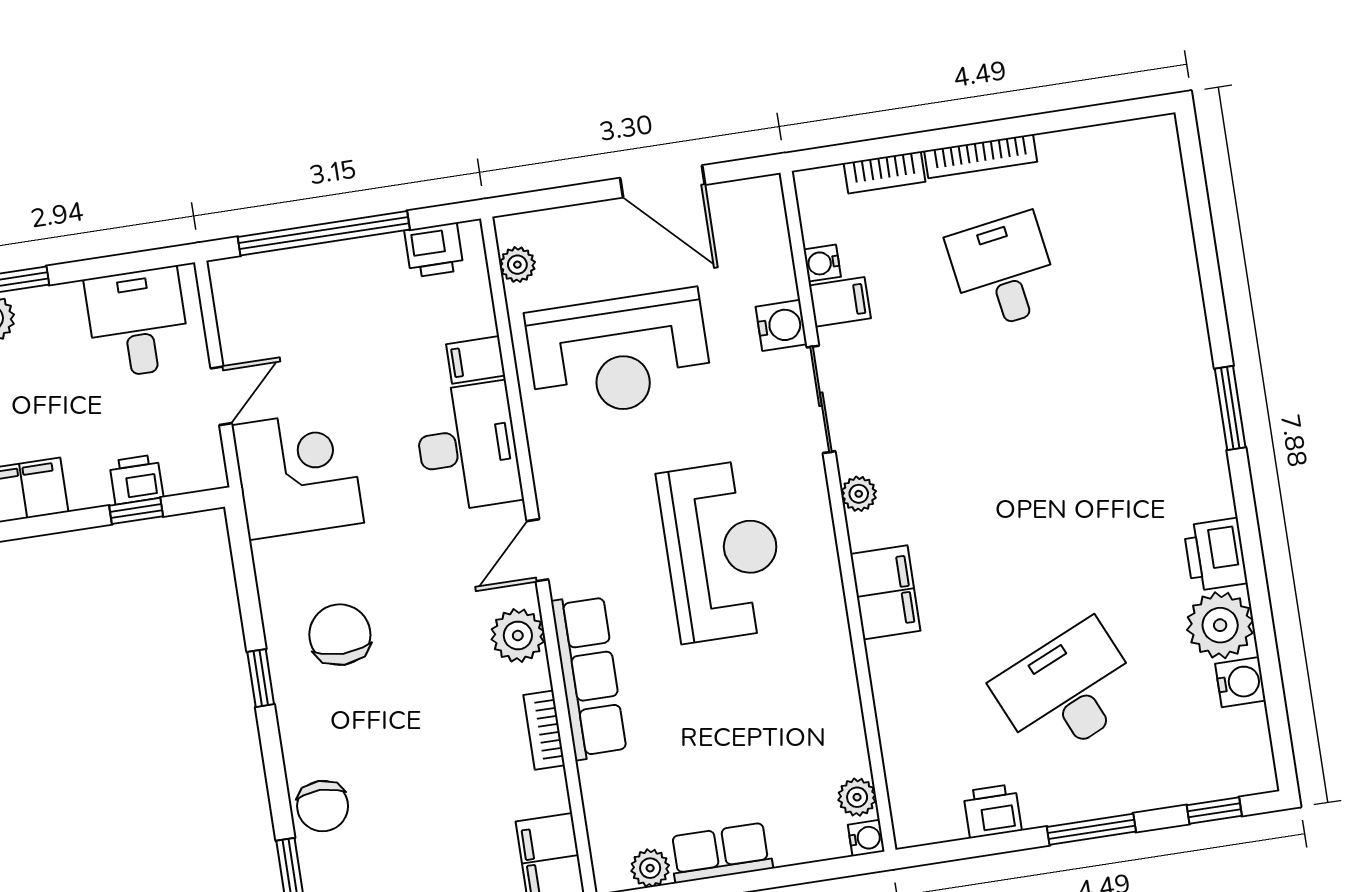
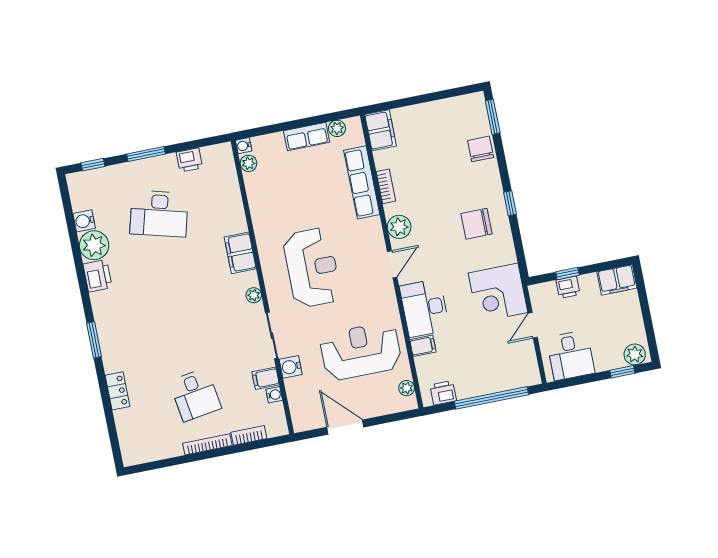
locker: (1182, 288) -> (117, 391), added
reception desk: (722, 551) -> (312, 268), turned 180
chair: (340, 635) -> (476, 224), turned 90
row of seats: (589, 677) -> (362, 182), moved
desk: (1068, 691) -> (159, 214), turned 39

